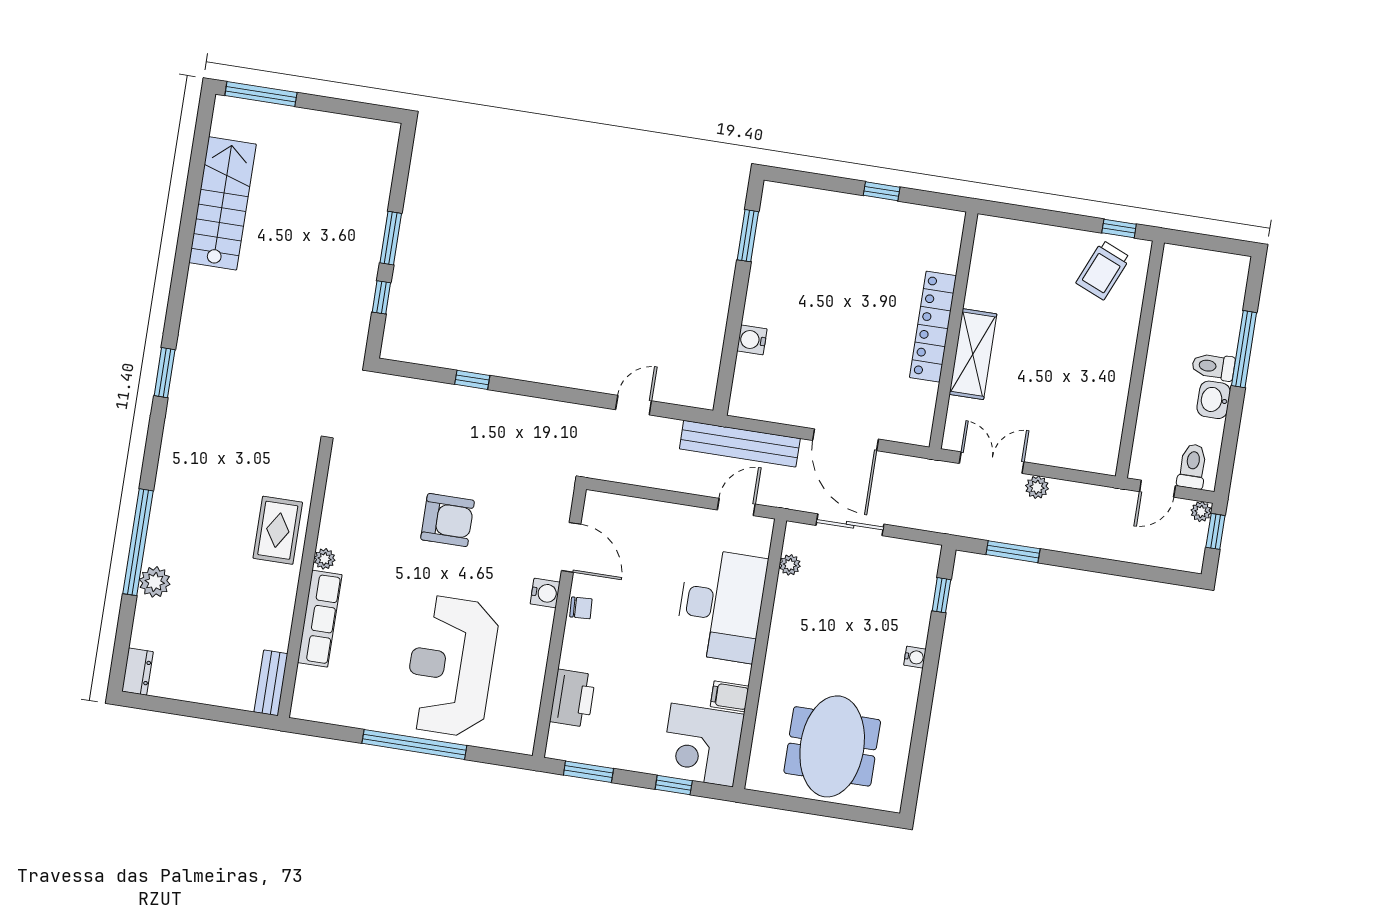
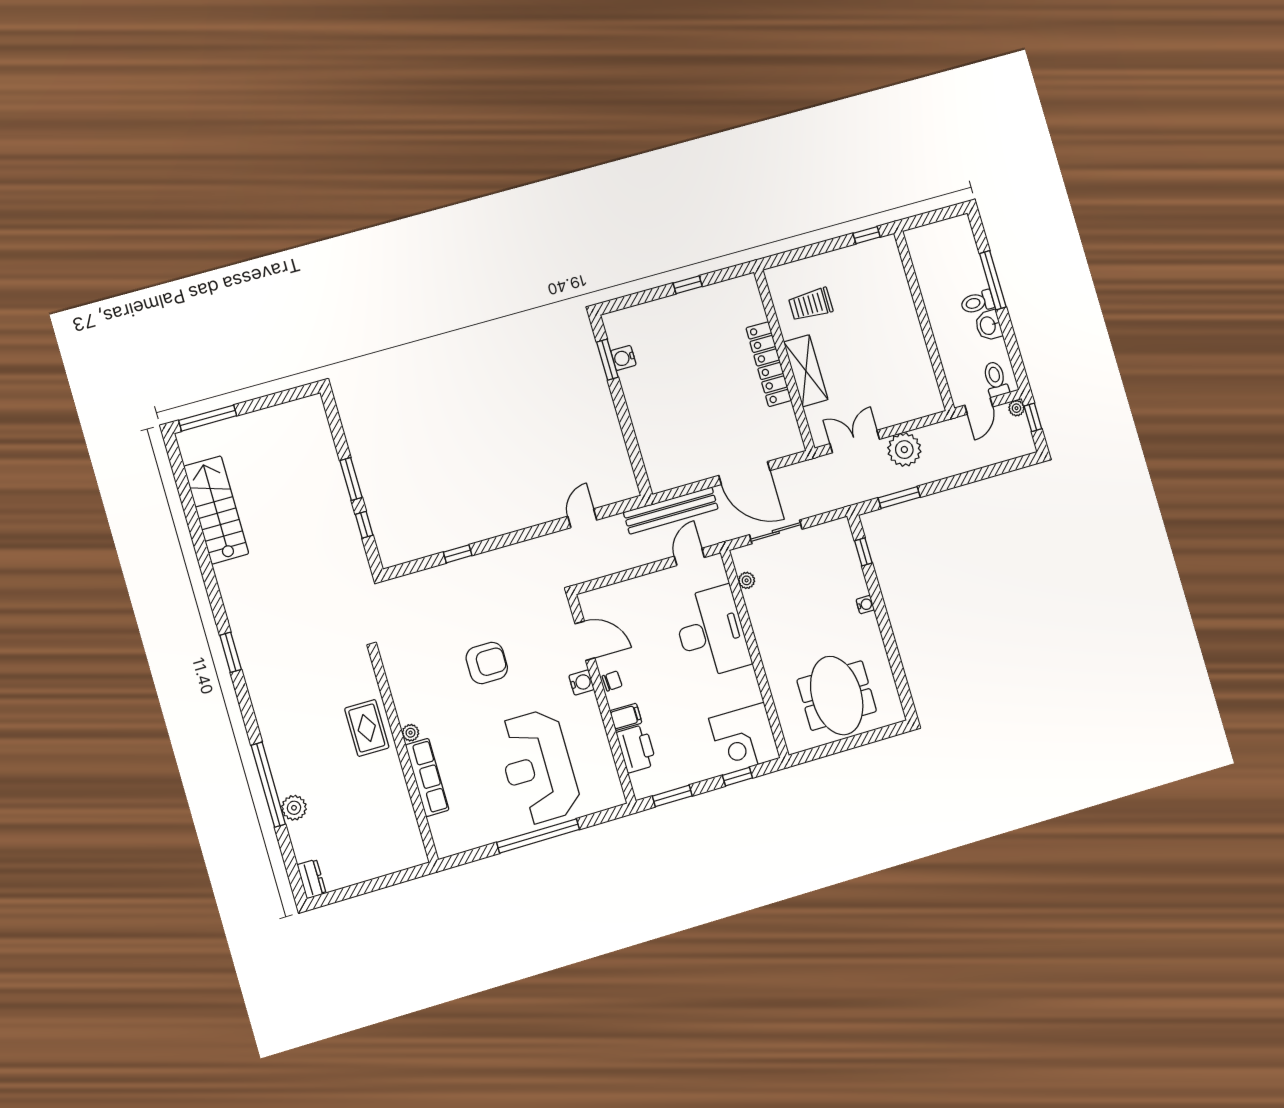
trolley: (1103, 270) -> (811, 304), moved, turned 67
water cooler: (752, 340) -> (623, 358), moved
plant: (1037, 487) -> (904, 450), width x1.87, depth x1.87
bench: (271, 683) -> (413, 841), removed
filing cabinet: (730, 696) -> (626, 717), moved, turned 180

